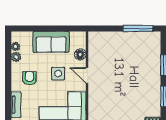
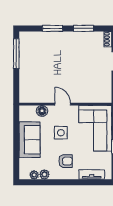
door: (87, 75) -> (63, 104), swing flipped
armchair: (29, 78) -> (66, 161), turned 180

